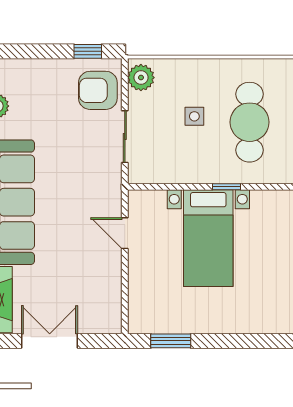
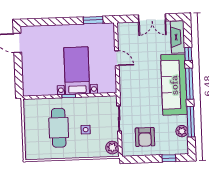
window: (88, 51) -> (169, 158), moved
armchair: (98, 90) -> (145, 137), moved, turned 90
door: (125, 233) -> (117, 58), moved

